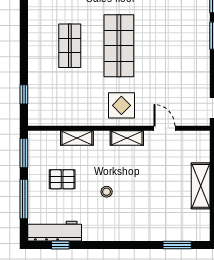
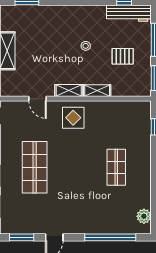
shop shelf: (119, 46) -> (35, 167), moved
shelving: (77, 138) -> (97, 91), moved

